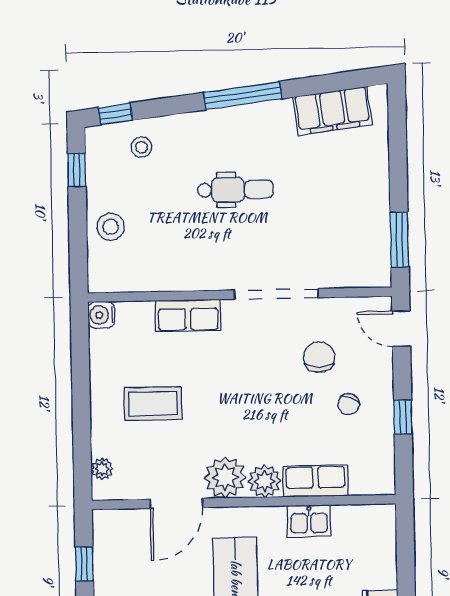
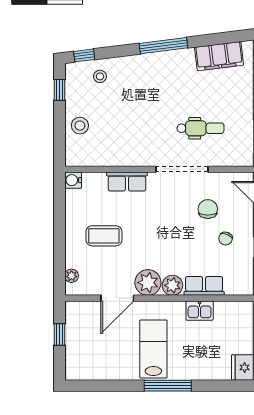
dental chair: (235, 190) -> (201, 128), moved

